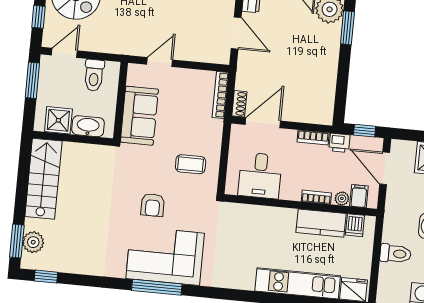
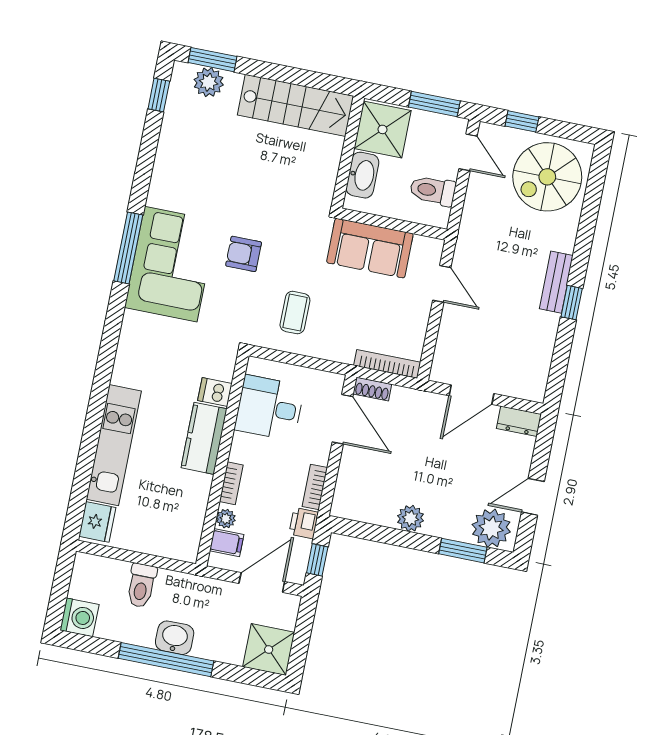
plant: (328, 67) -> (410, 518), added
shower: (58, 120) -> (383, 129), width x1.36, depth x1.36
kitchen counter: (321, 223) -> (204, 438), moved
dishwasher: (355, 225) -> (215, 392), moved

